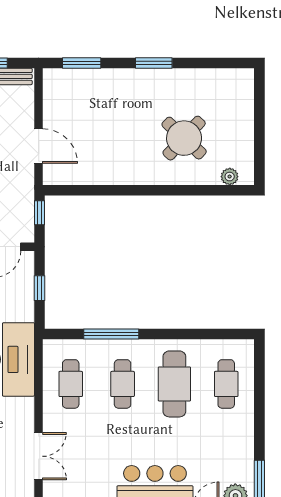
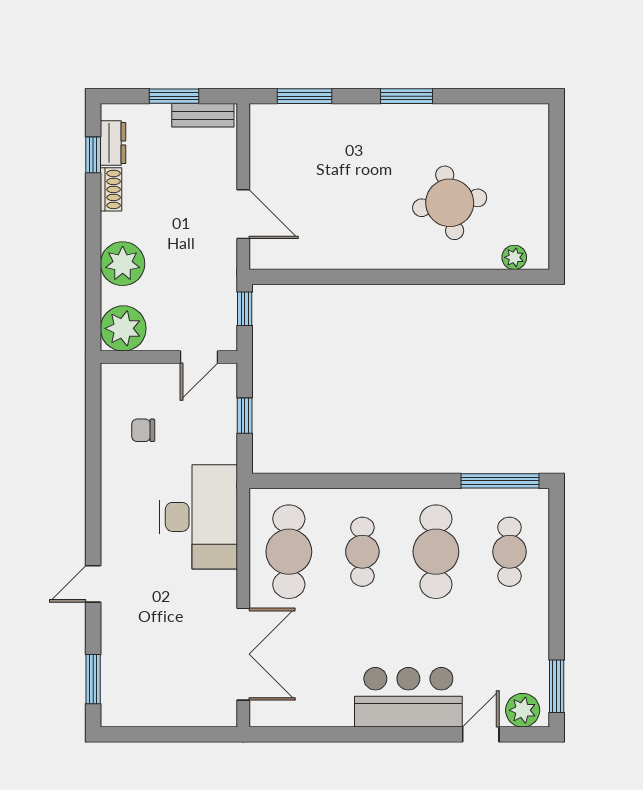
round table: (184, 138) -> (450, 203), turned 37
window: (111, 334) -> (500, 481), moved
cafe table: (71, 384) -> (289, 552), width x1.37, depth x1.35
double door: (39, 456) -> (243, 654), width x1.37

